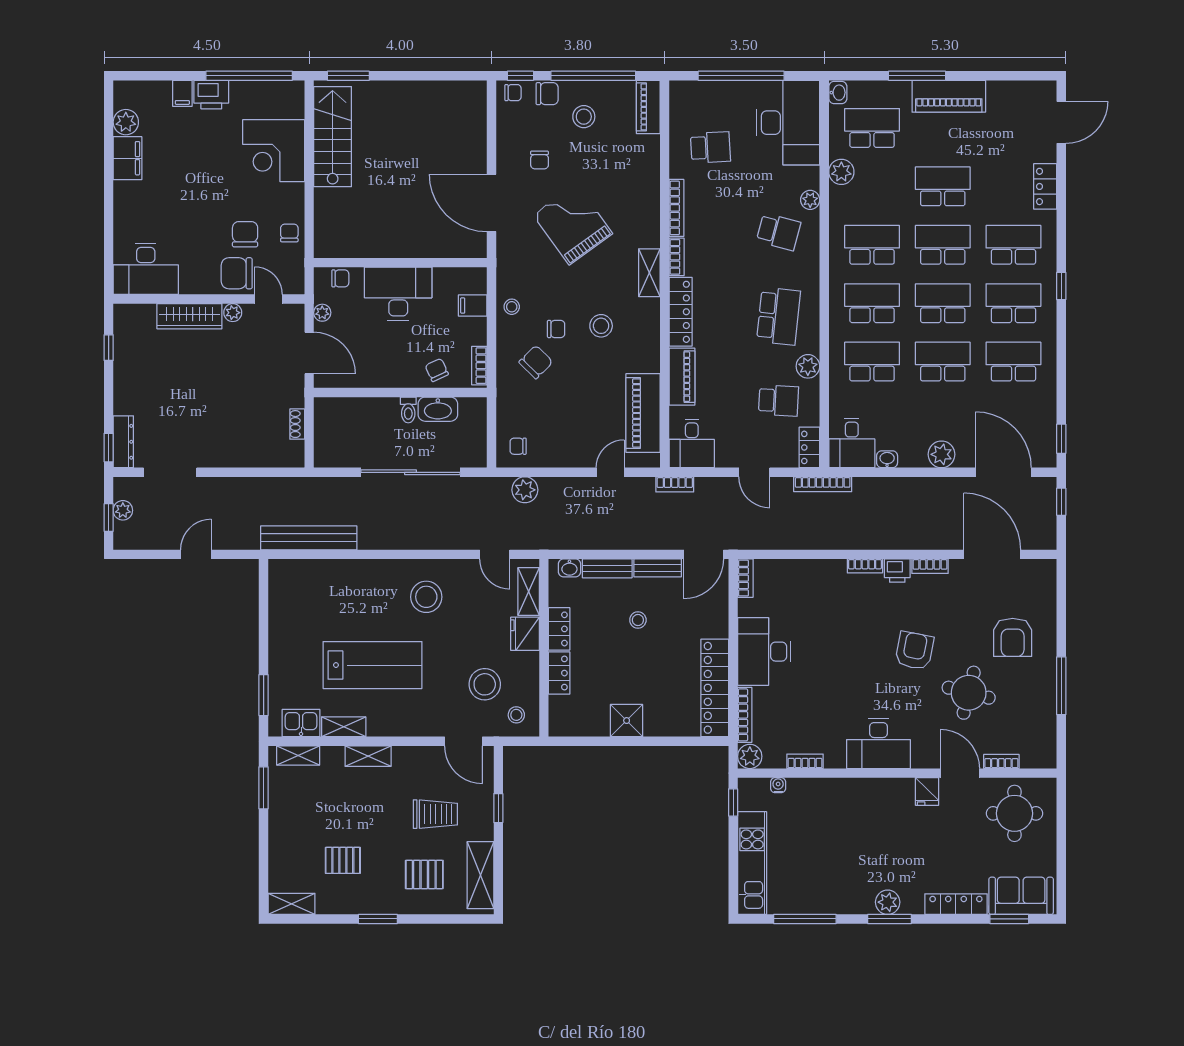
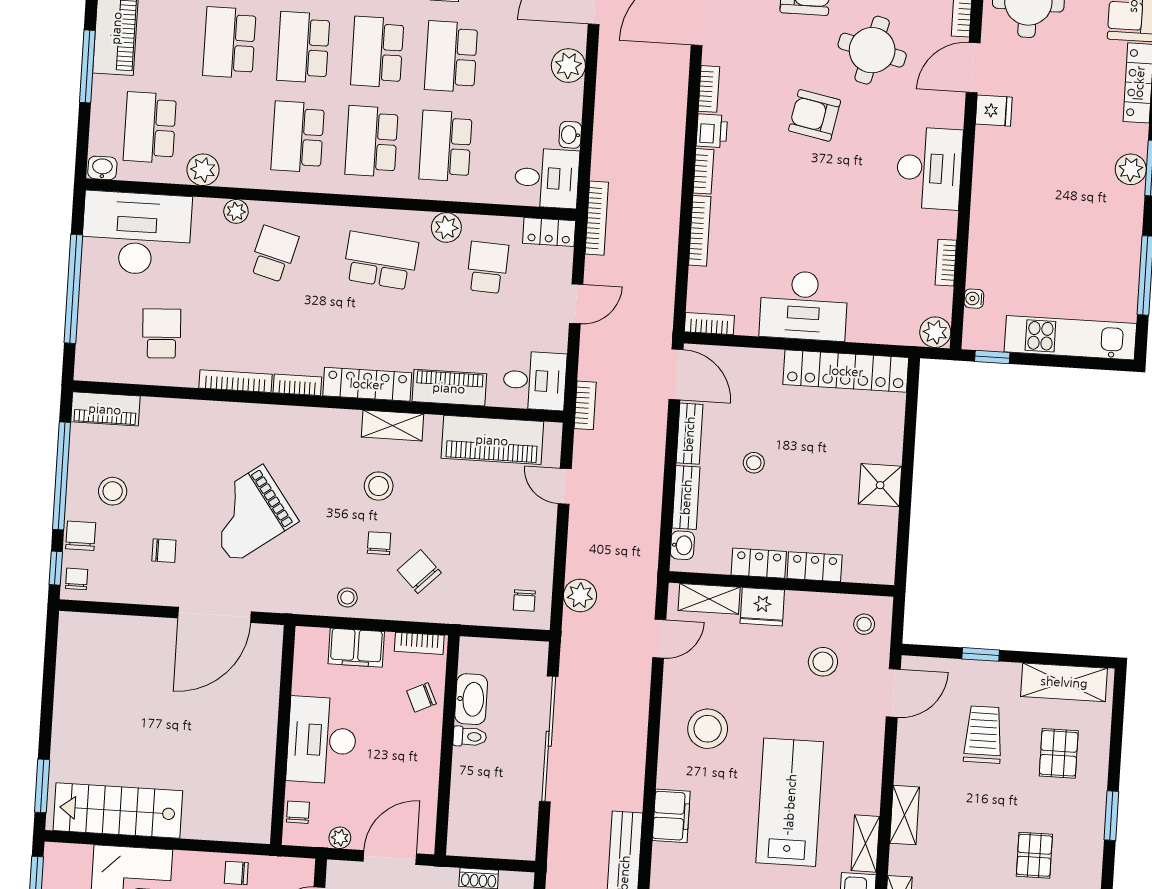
shelving: (649, 273) -> (392, 426), moved
filing cabinet: (473, 306) -> (356, 648), width x2.00
filing cabinet: (356, 573) -> (671, 816), added
stool: (485, 684) -> (823, 662), width x0.73, depth x0.73
bookcase: (745, 715) -> (700, 231), moved, turned 90

